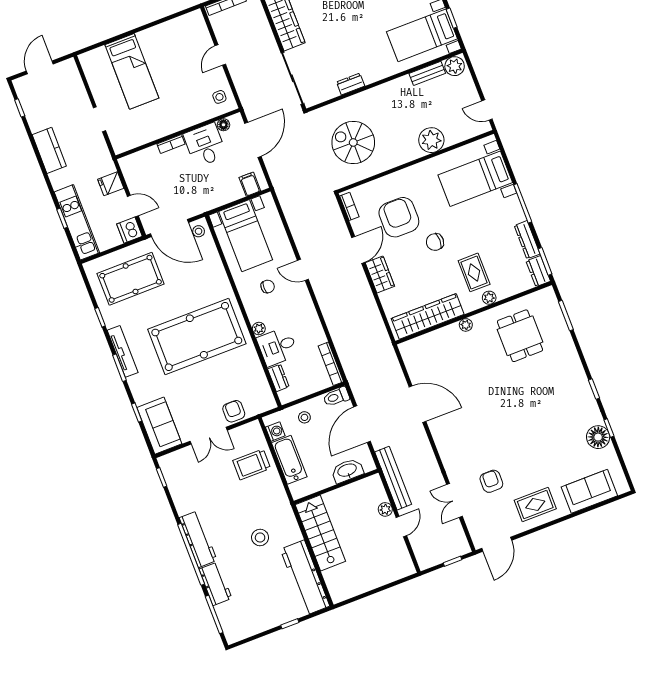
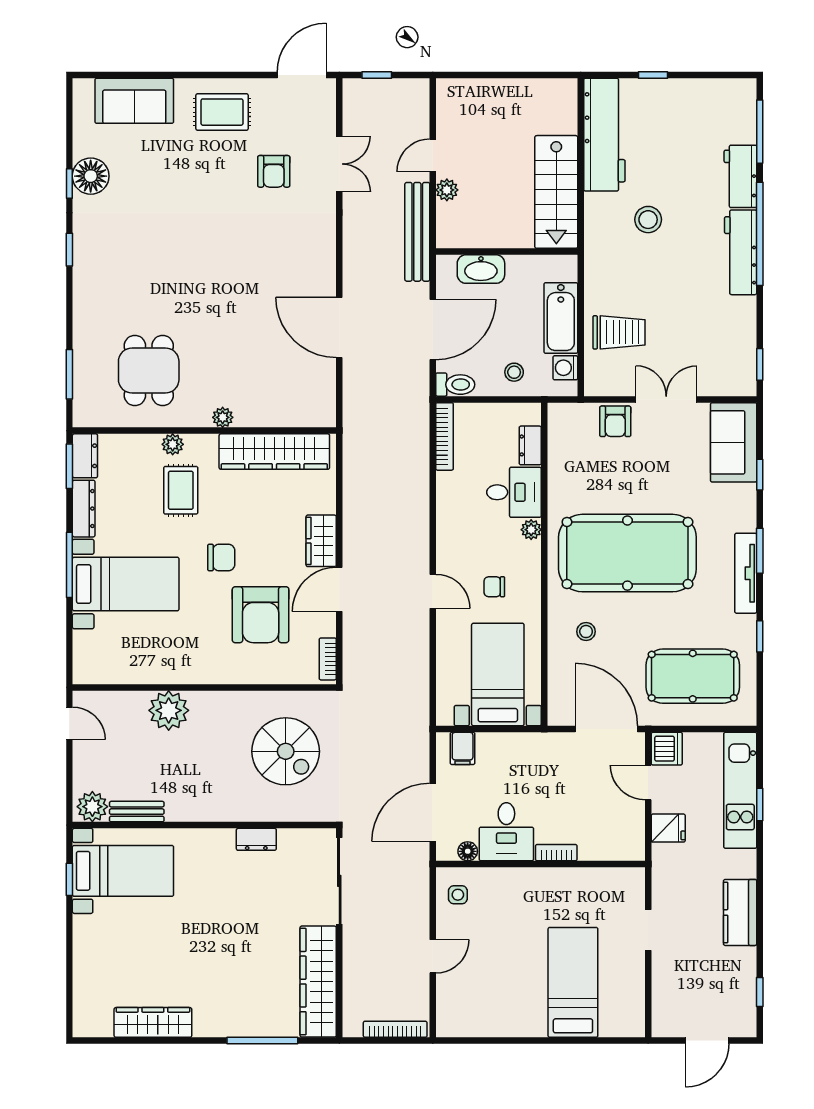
bed with nightstands: (475, 179) -> (126, 584), moved
stool: (199, 231) -> (586, 632), moved

